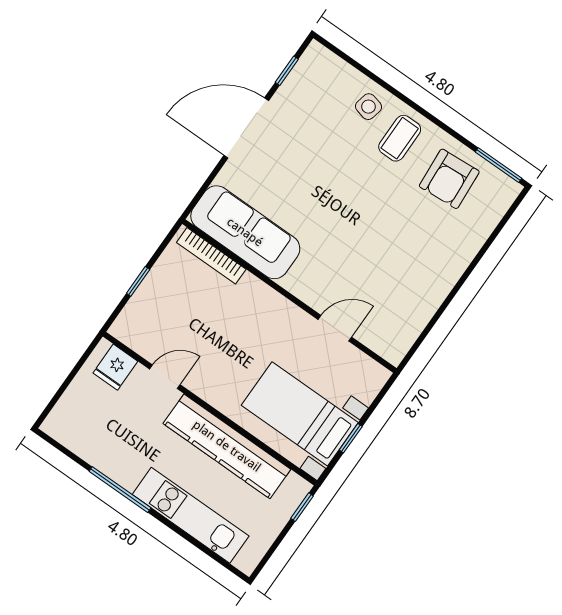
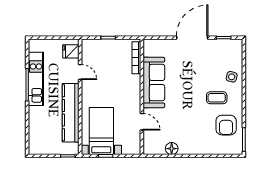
door: (246, 128) -> (192, 38), hinge flipped
coffee table: (400, 138) -> (217, 98), moved
armchair: (449, 179) -> (226, 125), turned -86
sofa: (245, 232) -> (154, 82), moved
floor lamp: (422, 308) -> (172, 149), added
kitchen unit: (191, 515) -> (36, 79), moved

